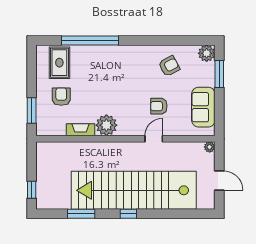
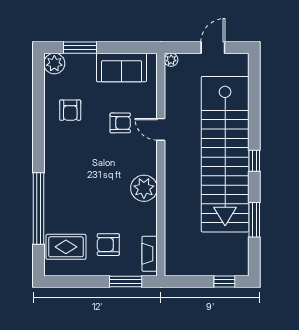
armchair: (169, 66) -> (70, 110), turned -152
armchair: (159, 106) -> (120, 123), turned -90
fireplace: (81, 130) -> (150, 254), moved

